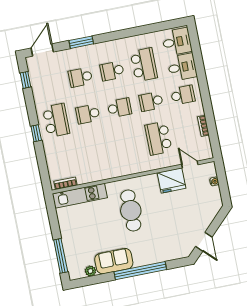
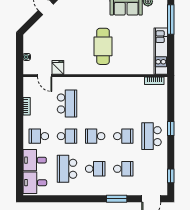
fridge: (172, 180) -> (58, 67), width x0.53, depth x0.75
kitchen unit: (80, 196) -> (161, 51), moved, turned -90

